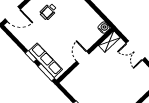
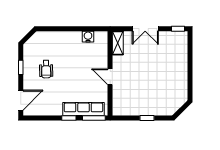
water cooler: (104, 28) -> (88, 37), moved

